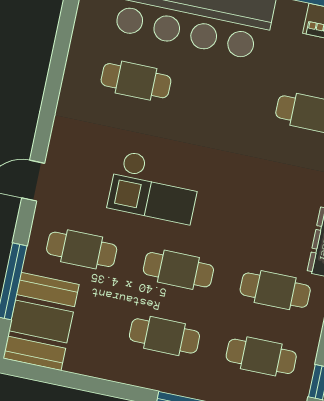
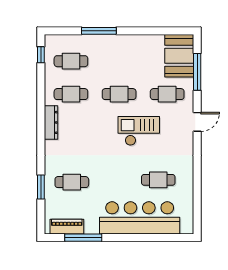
cafe table: (164, 336) -> (119, 61), removed

